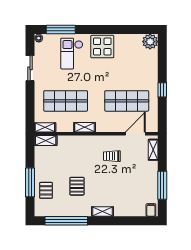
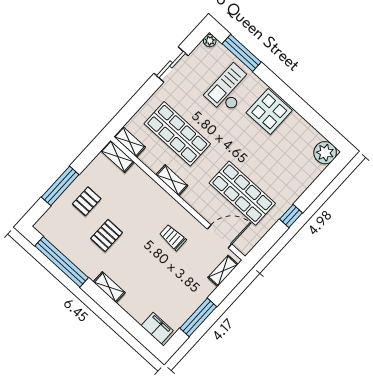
pallet: (46, 190) -> (87, 201), moved
filing cabinet: (151, 210) -> (157, 328), width x2.00

